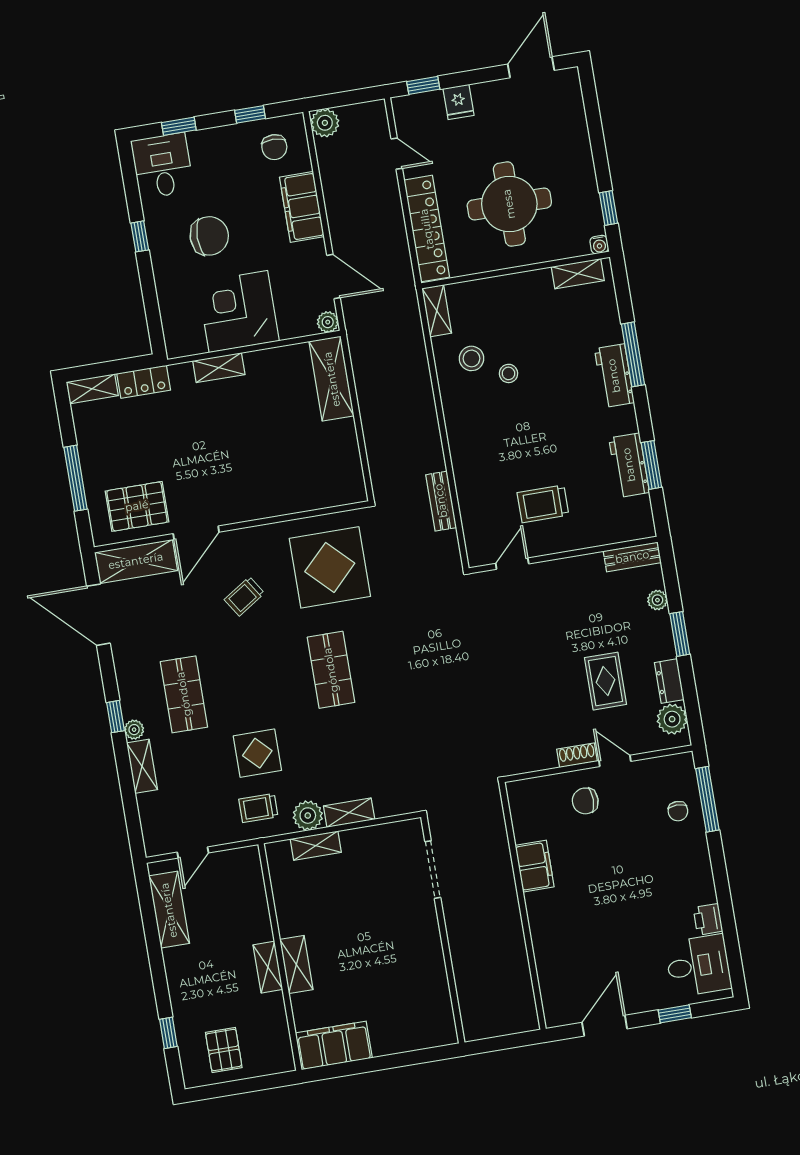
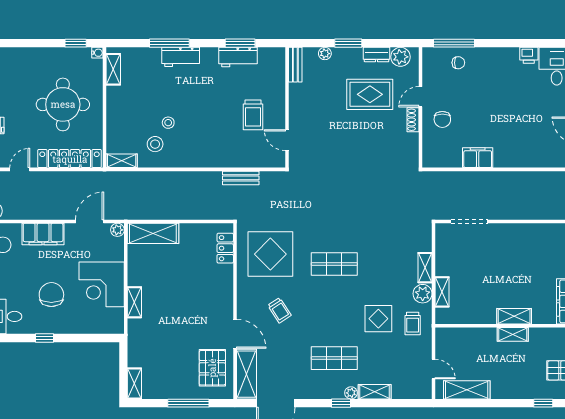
locker: (144, 382) -> (225, 248), moved, turned 180
rug: (606, 681) -> (370, 94), width x1.36, depth x1.43

